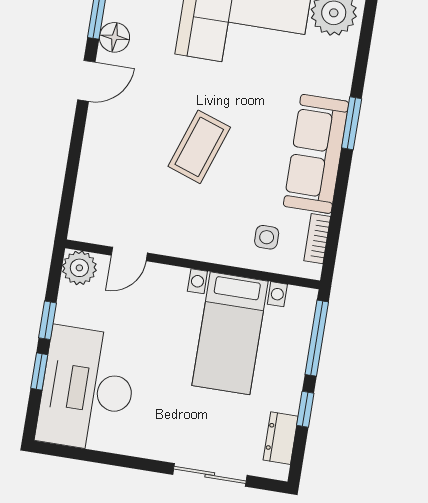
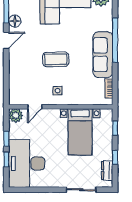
window: (352, 123) -> (115, 40), width x2.11
coffee table: (199, 147) -> (56, 59), turned 70
side table: (267, 237) -> (58, 91), moved
window: (317, 338) -> (115, 128), width x0.46

